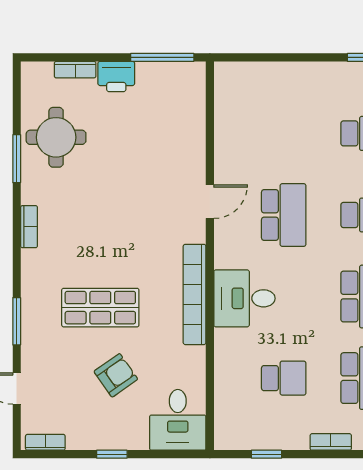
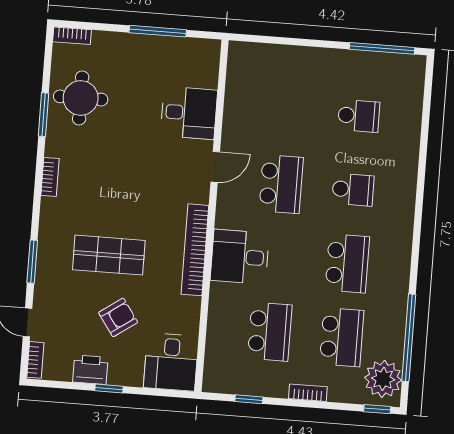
window: (162, 57) -> (158, 31), moved
bookcase: (75, 70) -> (72, 36), moved
printer: (116, 76) -> (90, 370), moved, turned 180
desk: (176, 145) -> (189, 113), added
school desk: (284, 378) -> (270, 332), width x1.85
bookcase: (45, 442) -> (35, 360), moved, turned 90

